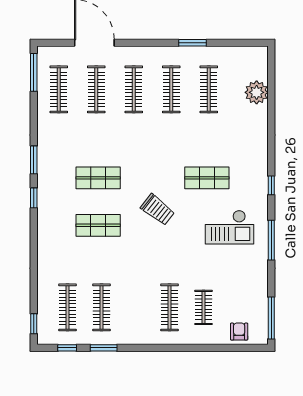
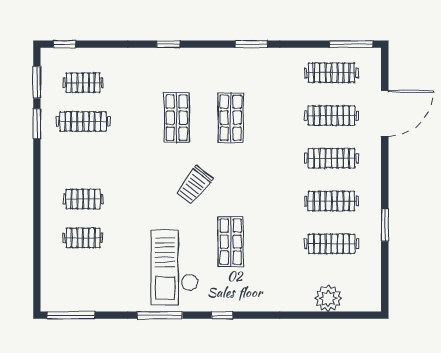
window: (34, 198) -> (168, 44), moved
checkout: (229, 227) -> (175, 267), width x1.36, depth x1.21
clothes rail: (67, 307) -> (83, 83), width x0.73
clothes rail: (170, 307) -> (83, 199), width x0.73
armchair: (239, 332) -> (56, 278), removed
window: (67, 348) -> (37, 82), width x1.50

